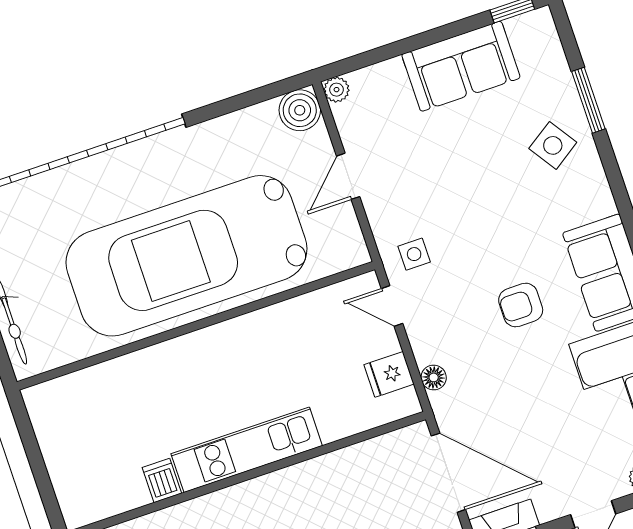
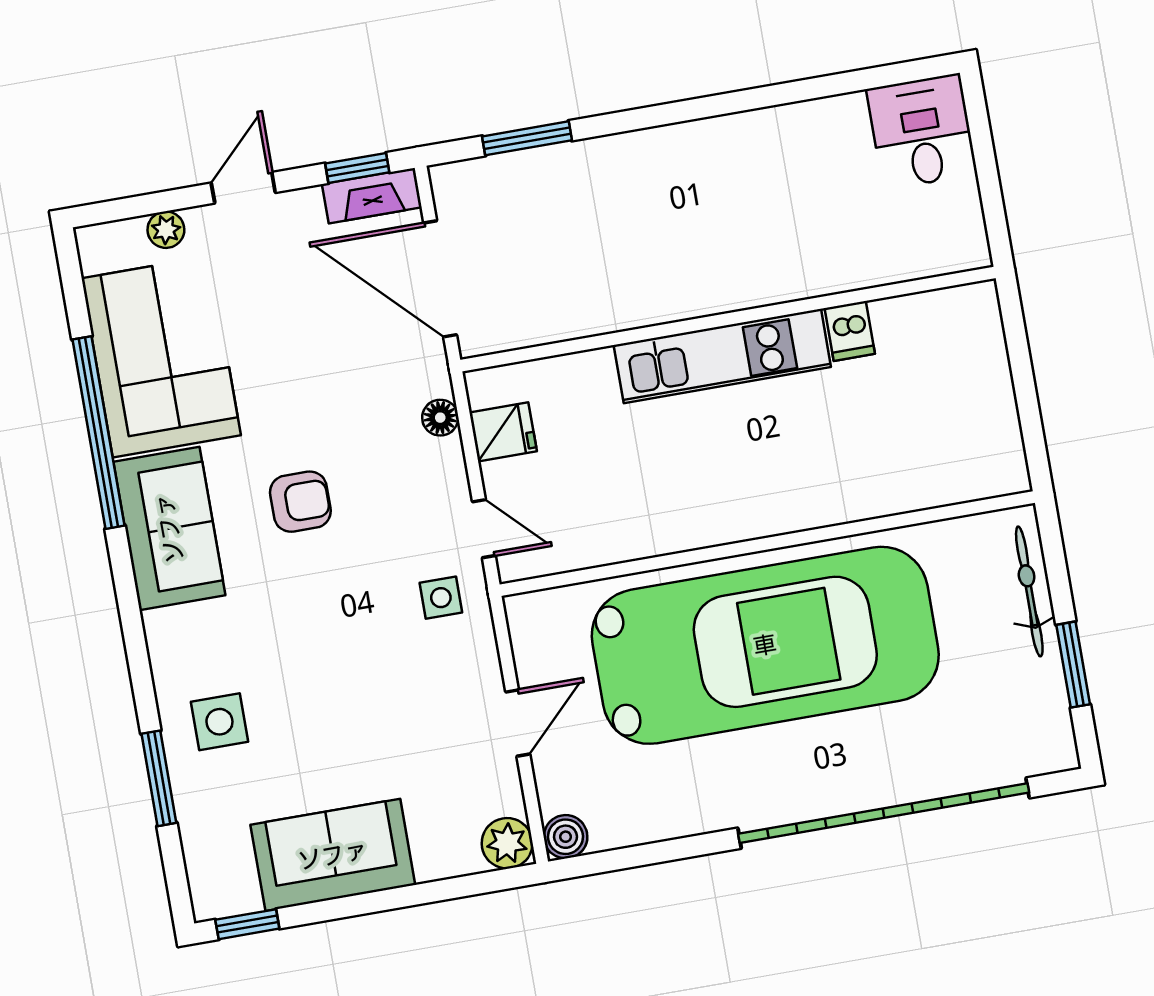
plant: (337, 90) -> (507, 843), width x1.38, depth x1.38
boiler: (300, 110) -> (566, 837), width x0.73, depth x0.73
side table: (553, 145) -> (219, 722), turned 34

